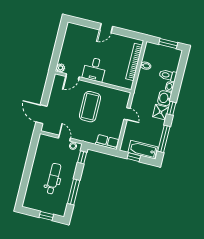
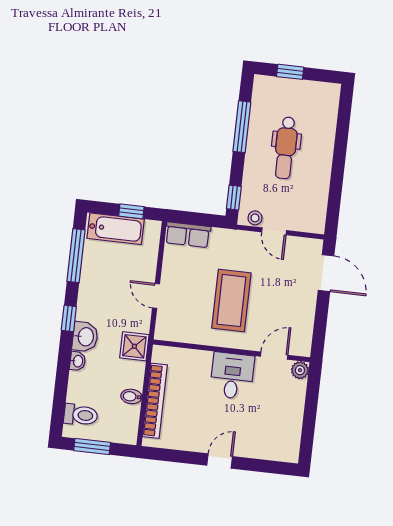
toilet: (168, 75) -> (81, 415), moved
shower: (161, 112) -> (134, 346), moved

